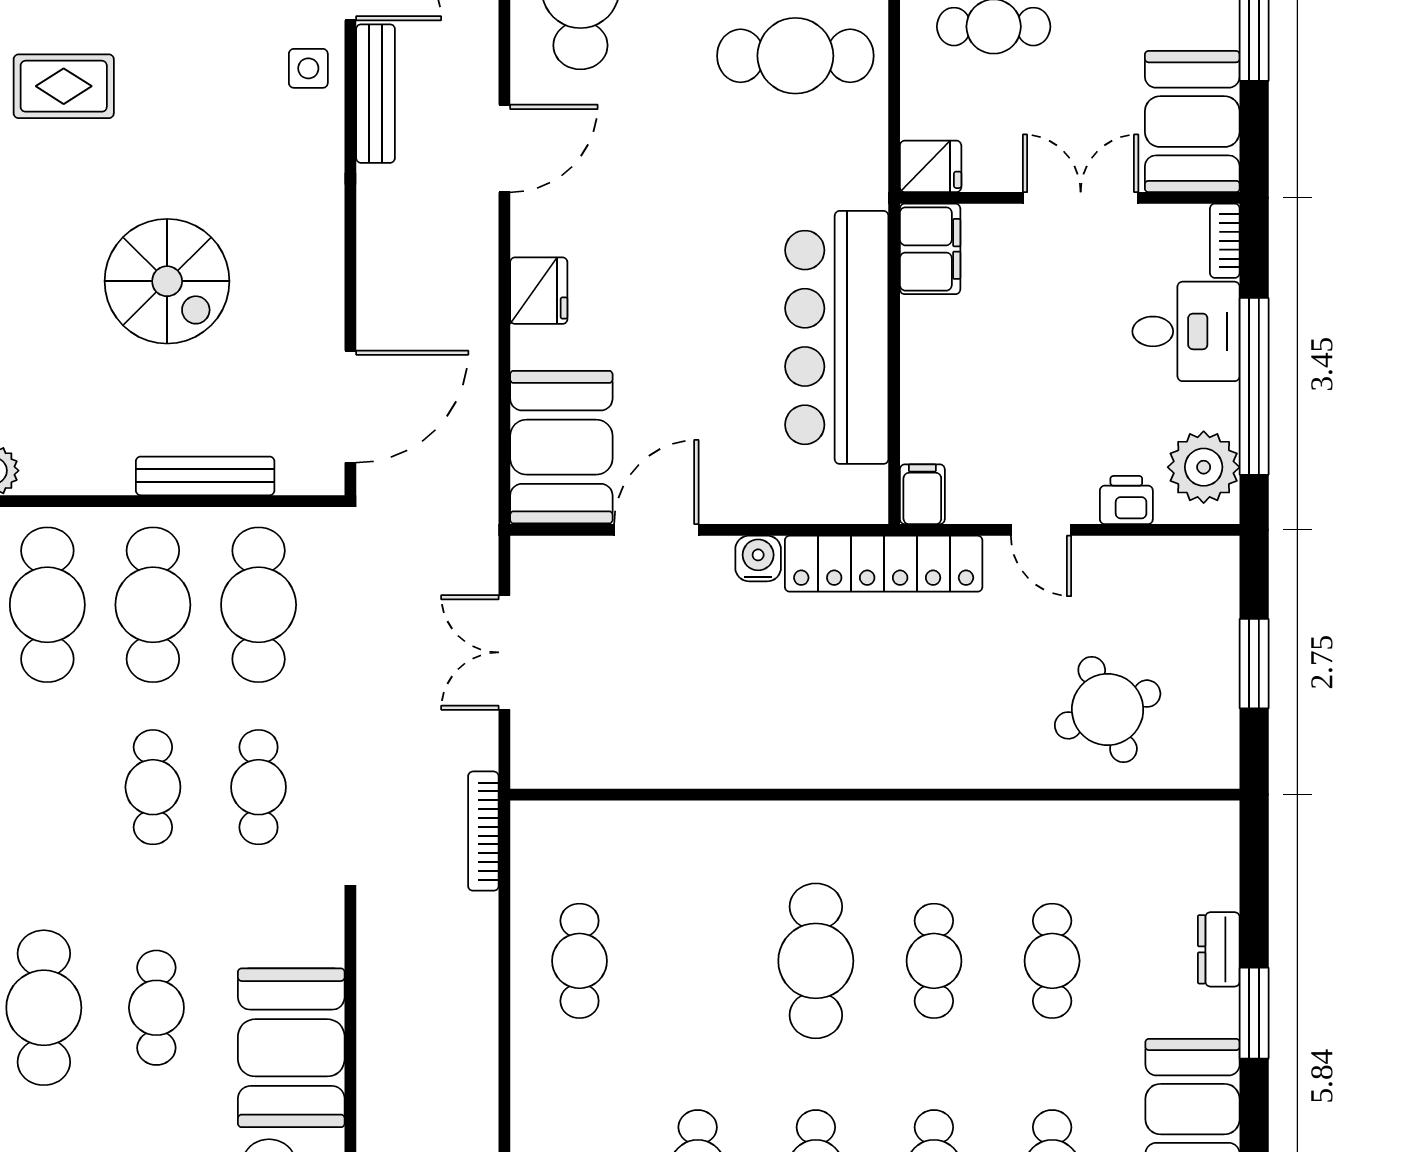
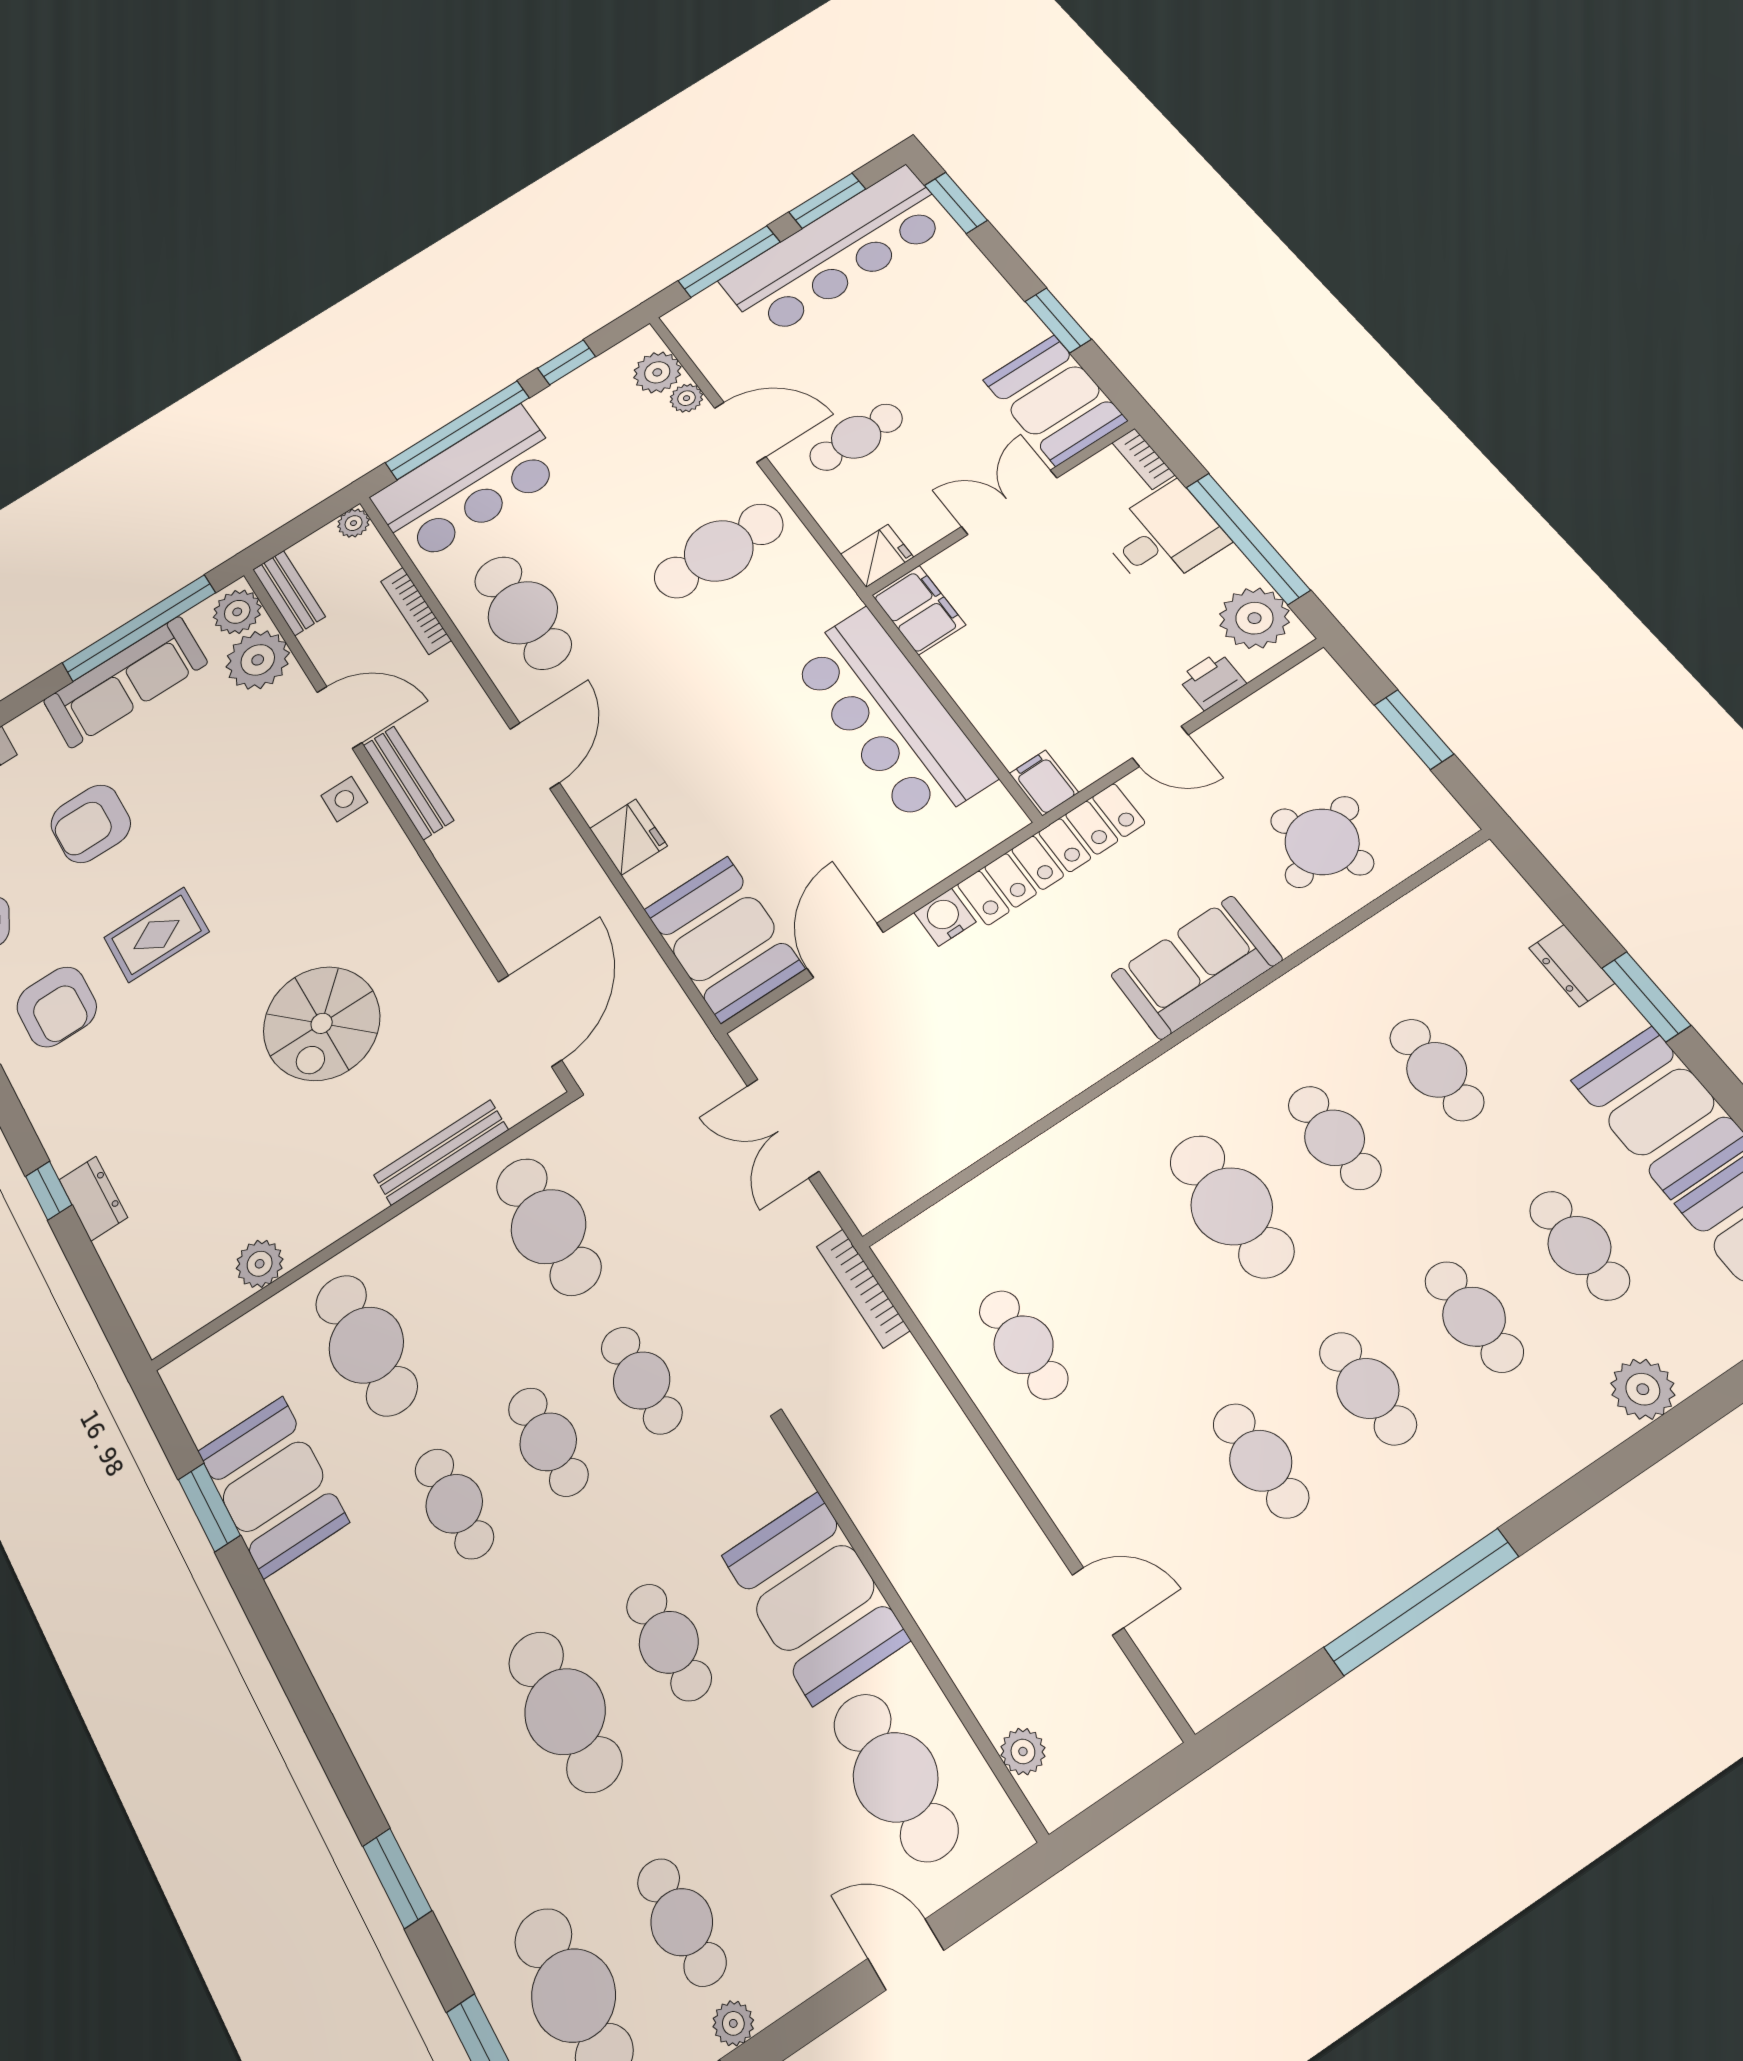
spiral stairs: (167, 281) -> (322, 1023), turned 90
cafe table: (153, 605) -> (454, 1504), moved, width x0.73, depth x0.74
sofa: (930, 747) -> (1197, 967), added

